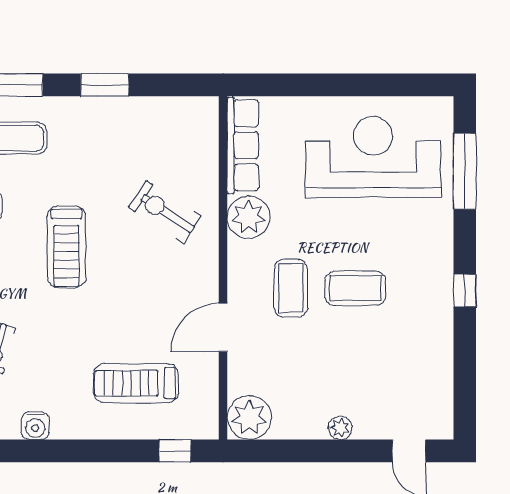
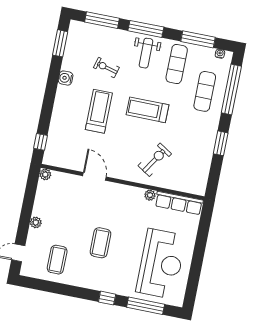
plant: (249, 217) -> (150, 195), width x0.53, depth x0.53
coffee table: (291, 288) -> (57, 260), moved, turned 90
window: (465, 291) -> (107, 298), moved
treadmill: (136, 383) -> (99, 111), moved
plant: (249, 418) -> (45, 174), width x0.53, depth x0.53

